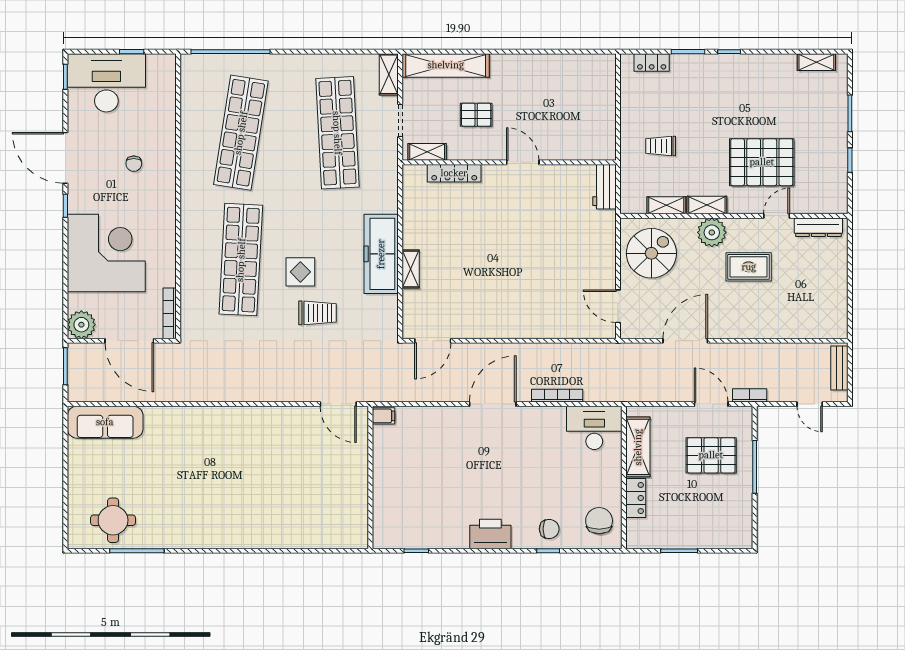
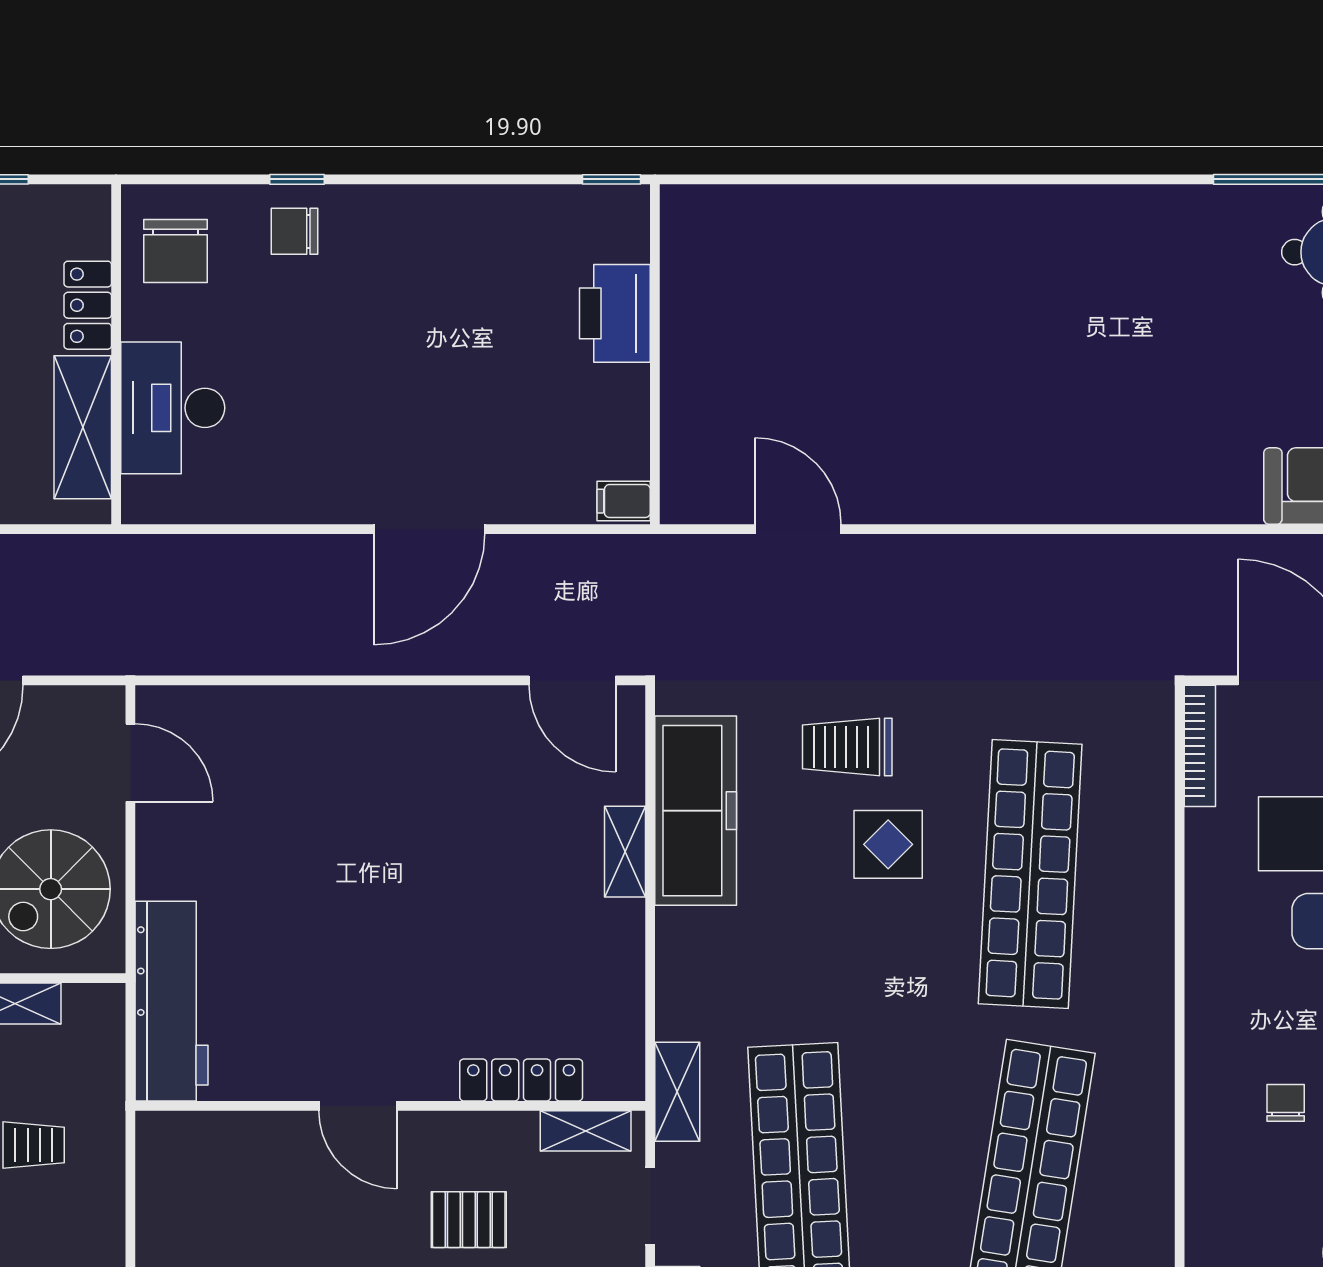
shelving: (389, 168) -> (677, 1092), added
workbench: (604, 187) -> (171, 1001), width x1.88, depth x1.32
freezer: (381, 254) -> (696, 811), moved
door: (433, 341) -> (572, 680), swing flipped
bookcase: (557, 396) -> (276, 549), removed
filing cabinet: (383, 416) -> (624, 501), moved
desk: (594, 428) -> (173, 408), moved, turned 90
wall: (370, 477) -> (655, 354), moved
printer: (490, 534) -> (615, 313), moved, turned 90

